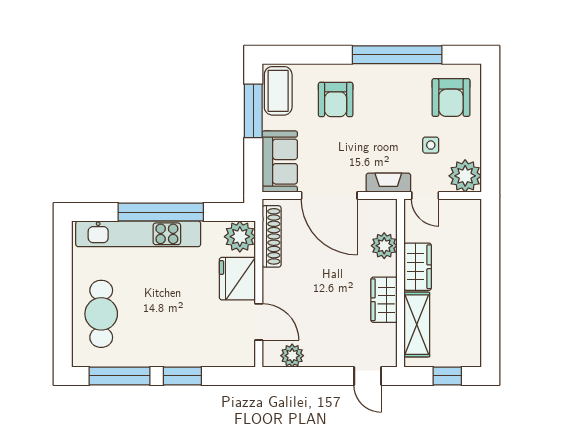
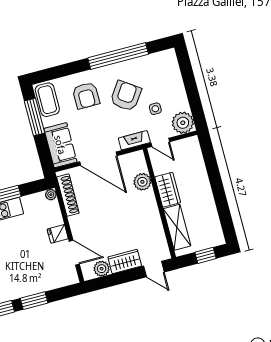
armchair: (451, 98) -> (126, 96), moved, turned -145
plant: (240, 237) -> (51, 195), width x0.53, depth x0.53
fridge: (237, 279) -> (58, 234), width x0.53, depth x0.75
wardrobe: (384, 300) -> (125, 261), moved, turned 90

